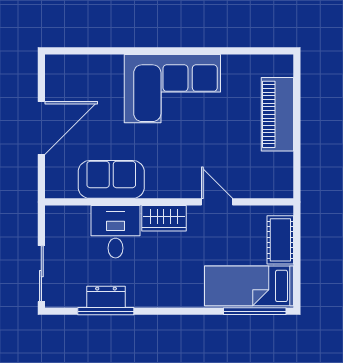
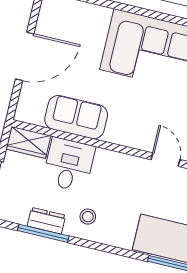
wardrobe: (164, 218) -> (28, 142), moved
stool: (149, 282) -> (88, 217), added

